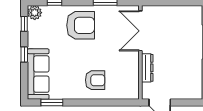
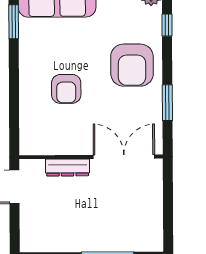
armchair: (95, 80) -> (66, 89), moved

